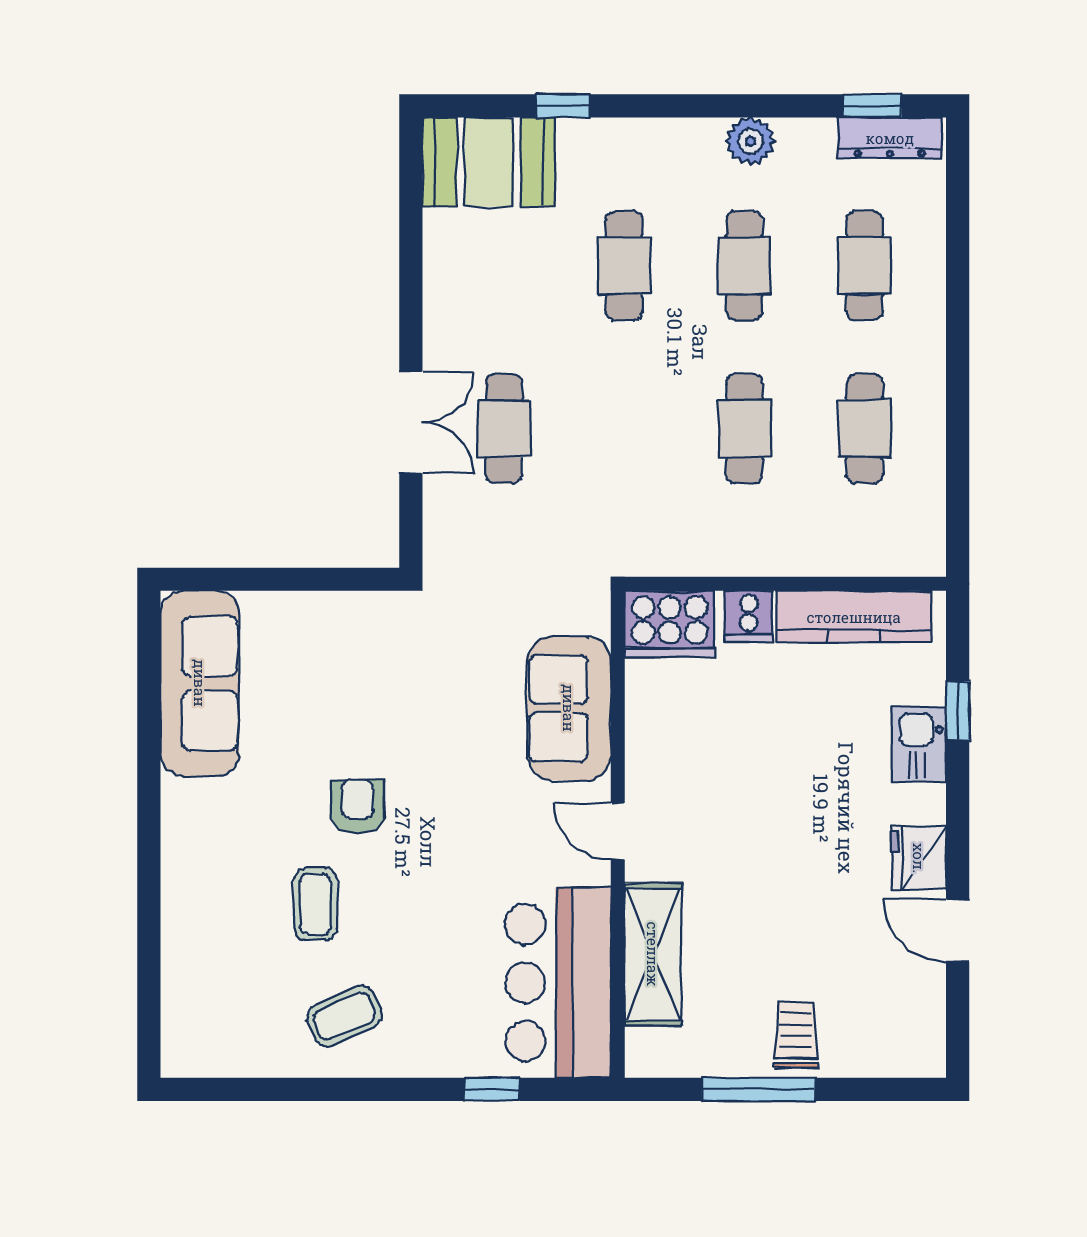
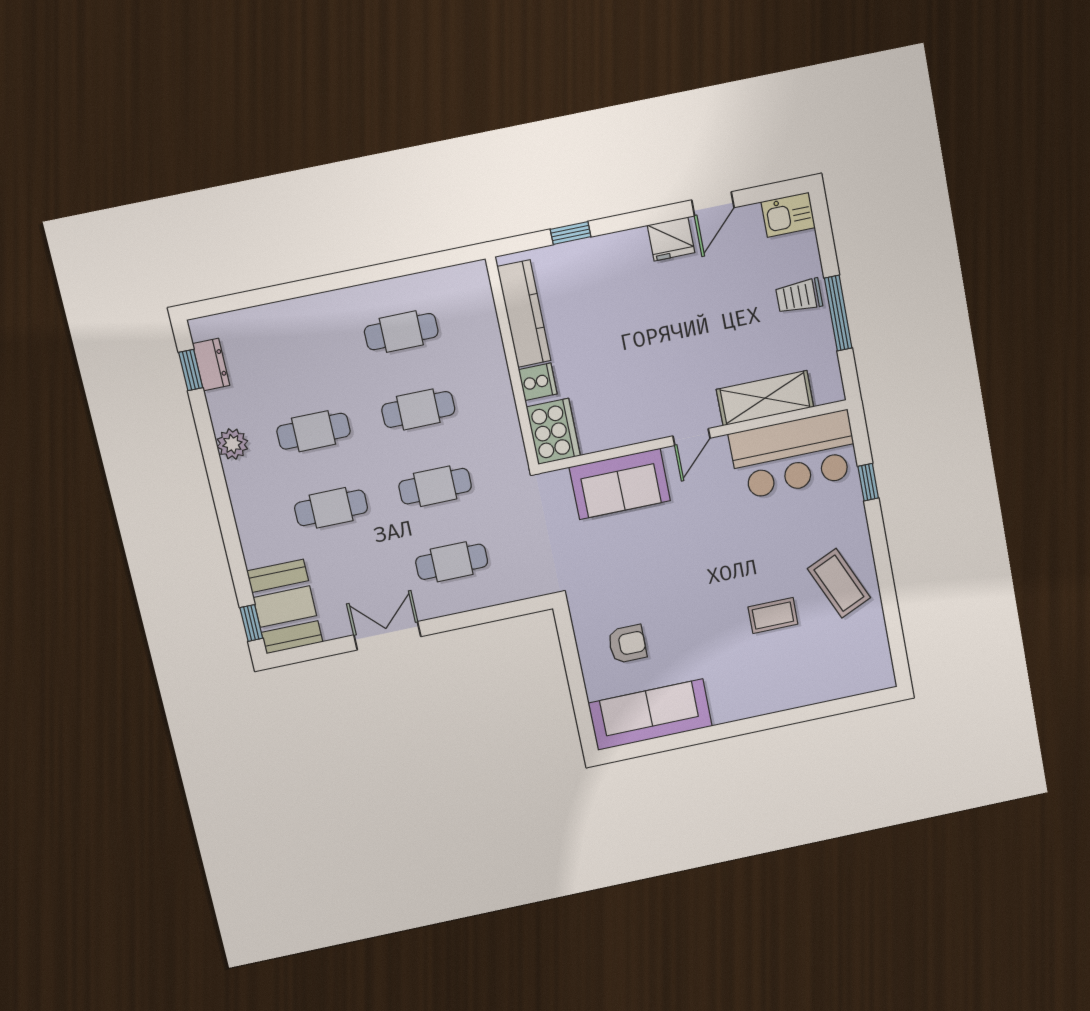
window: (563, 106) -> (251, 623), moved
dresser: (890, 138) -> (211, 365), width x0.70
cafe table: (865, 266) -> (435, 486), moved
double door: (411, 422) -> (387, 636), moved
kitchen sink: (919, 745) -> (788, 215), moved
armchair: (357, 807) -> (627, 644), moved, turned 180
coffee table: (344, 1016) -> (839, 583), width x1.36, depth x1.30

